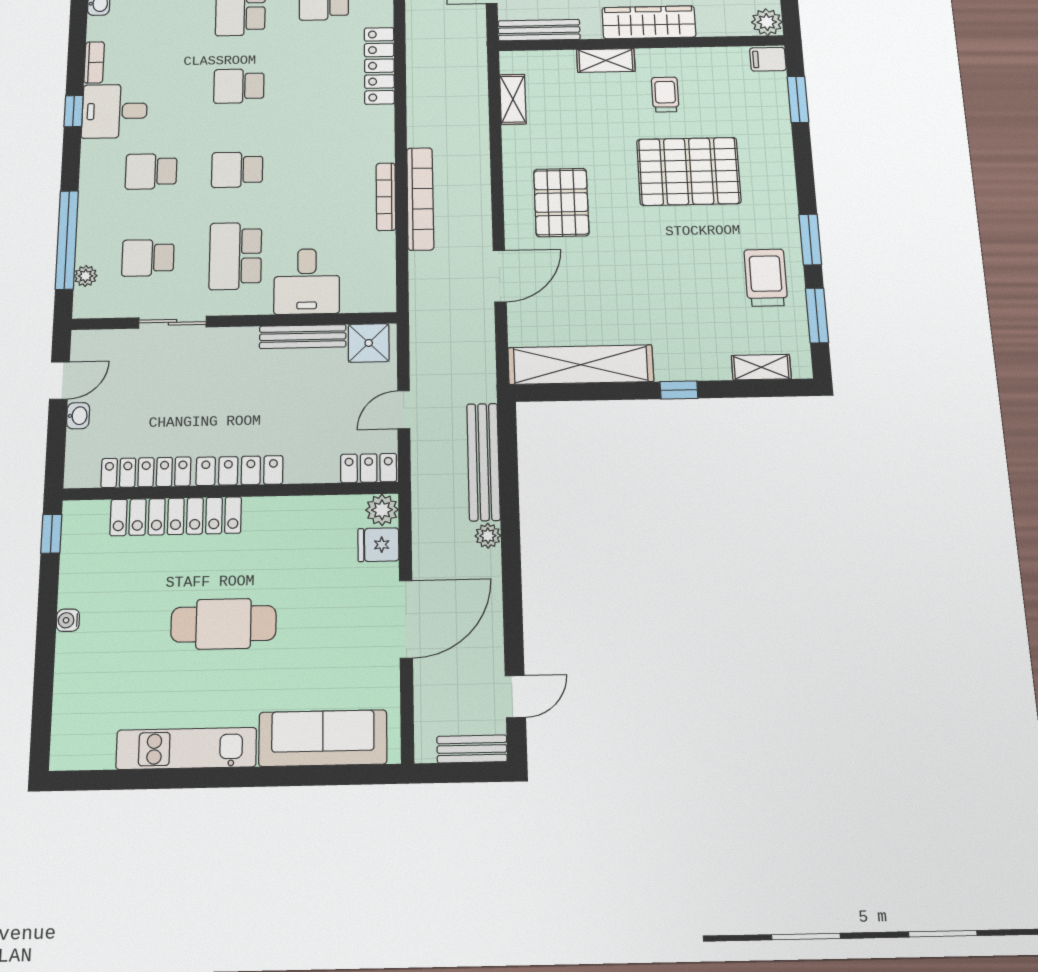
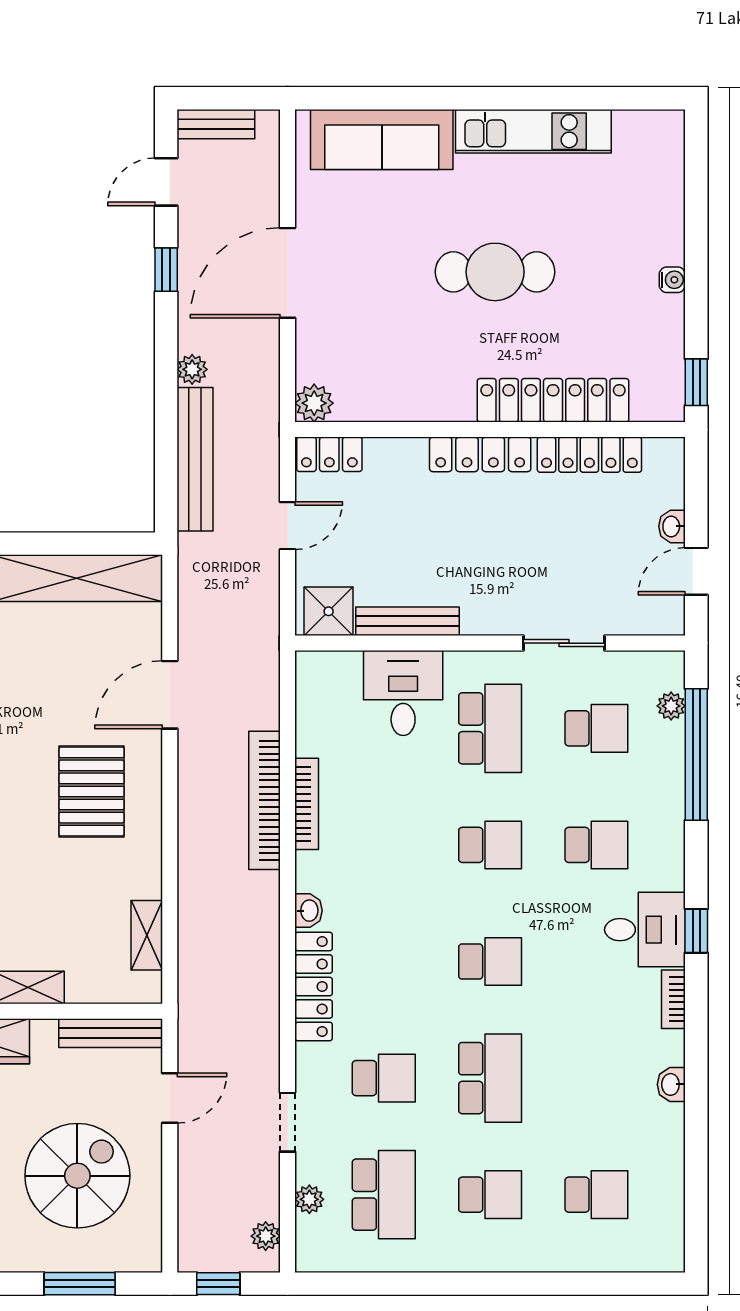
washbasin: (384, 119) -> (309, 911), added
fridge: (378, 545) -> (318, 361), removed
window: (513, 620) -> (166, 270), added

